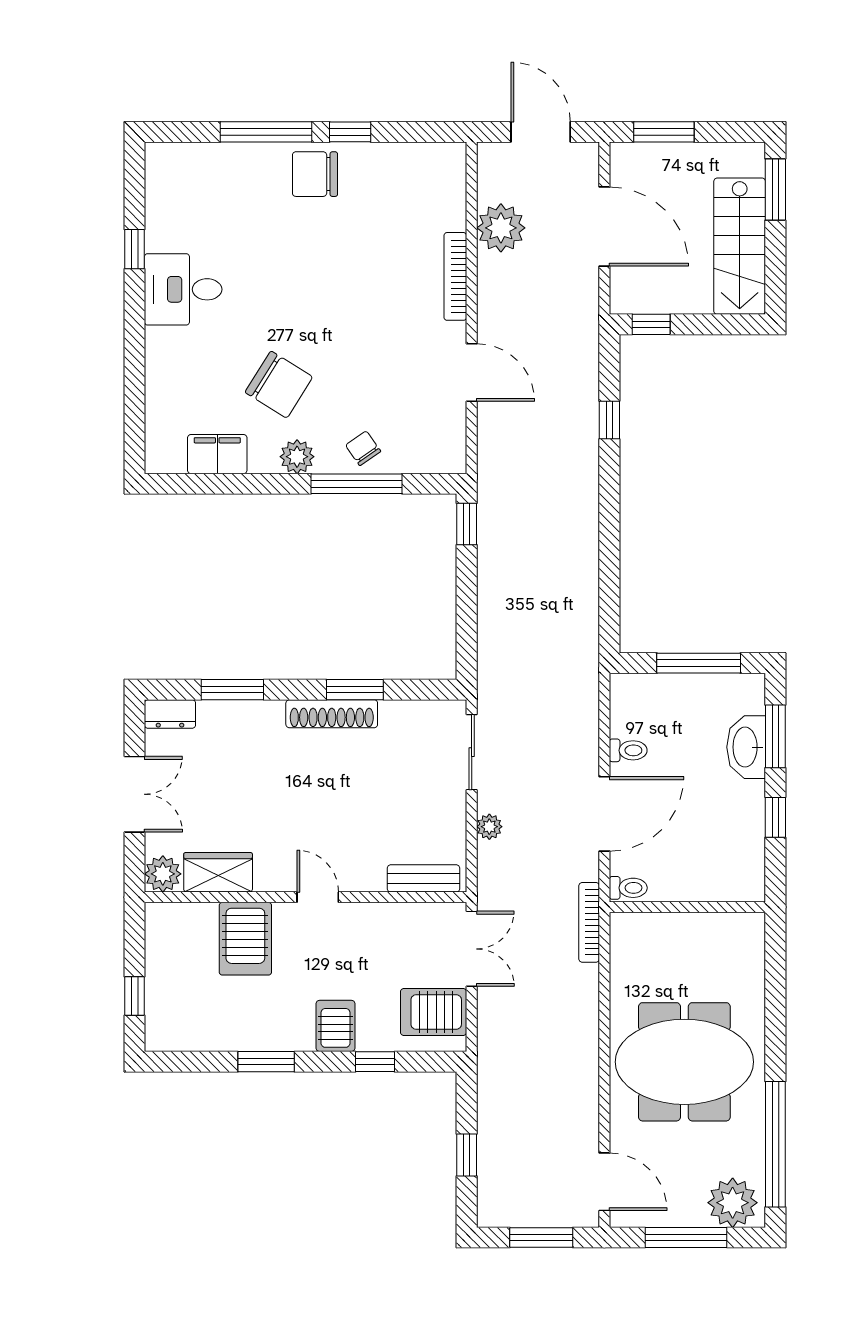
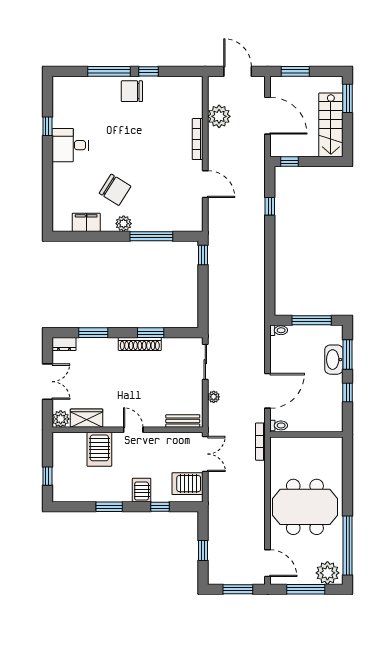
chair: (363, 448) -> (154, 220), removed
toilet: (628, 750) -> (279, 330), moved

